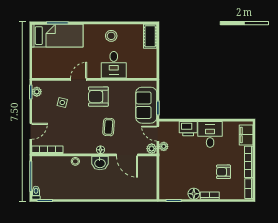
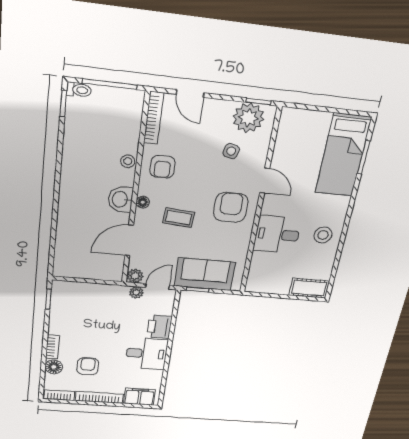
plant: (37, 92) -> (248, 118), width x1.88, depth x1.88
armchair: (76, 141) -> (162, 167), added
floor lamp: (194, 194) -> (54, 367), moved

